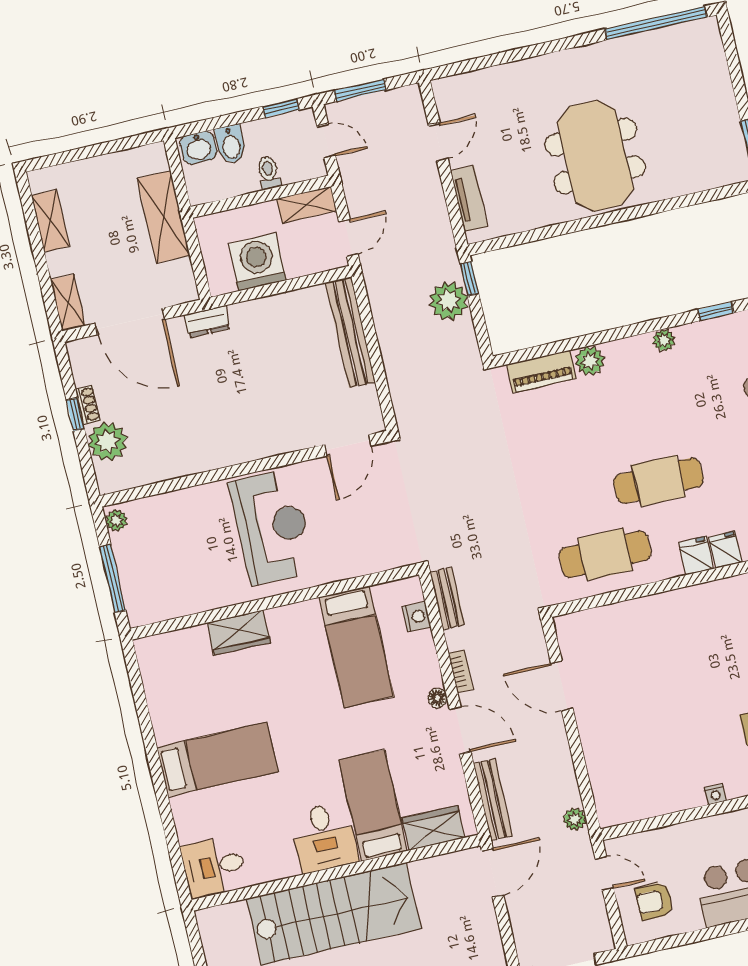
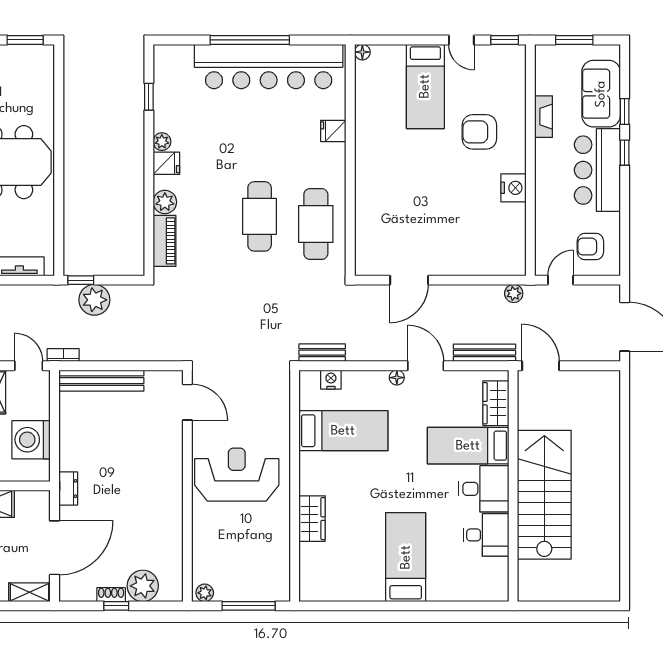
cafe table: (659, 481) -> (260, 216), moved
fridge: (696, 556) -> (166, 163), moved, turned 180
bookcase: (461, 671) -> (63, 355), moved
door: (460, 730) -> (426, 366), hinge flipped
nightstand: (715, 794) -> (513, 188), width x1.89, depth x1.79
desk: (214, 866) -> (486, 535), moved, turned -90
armchair: (654, 901) -> (590, 247), turned 90

